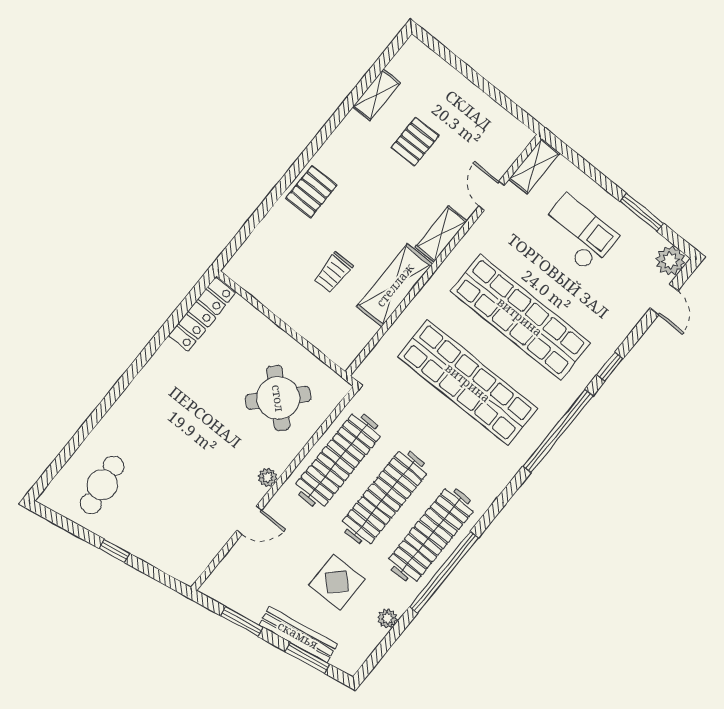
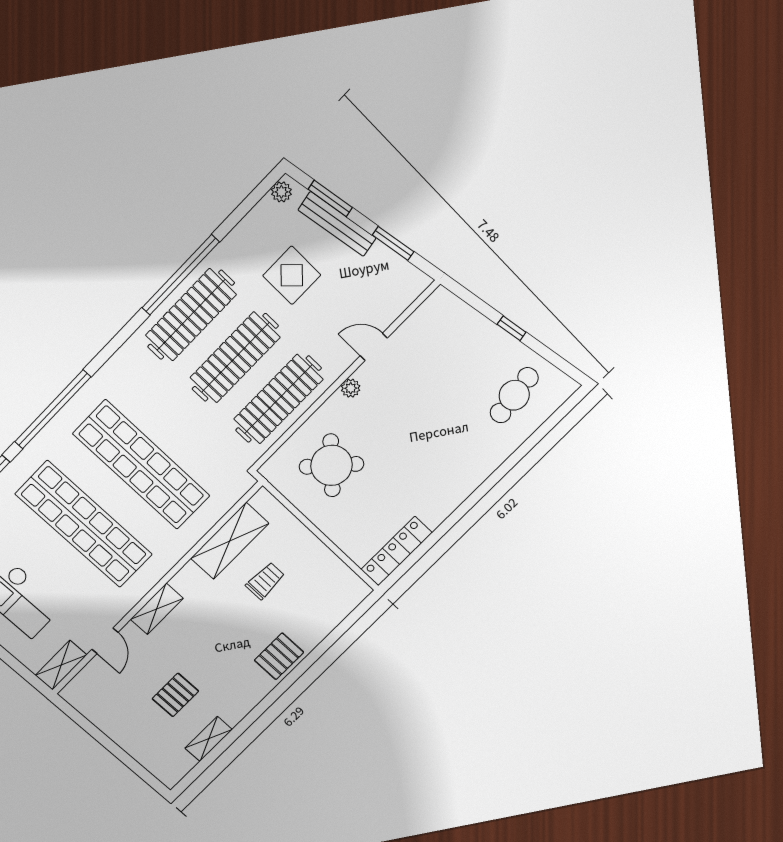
shelving: (395, 285) -> (230, 541), moved
plant: (388, 618) -> (281, 192), moved

